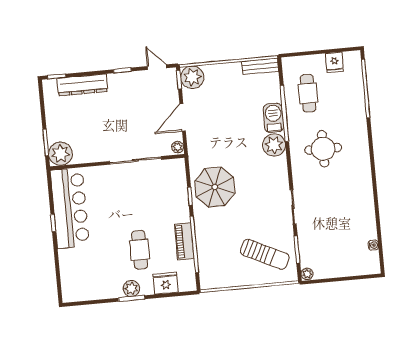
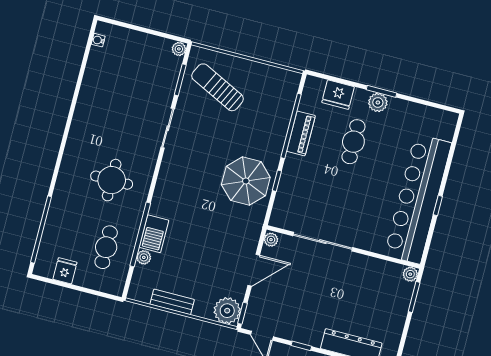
bench: (260, 66) -> (172, 302), moved
plant: (274, 145) -> (144, 257), moved, width x0.53, depth x0.53
plant: (60, 154) -> (410, 274), width x0.53, depth x0.53
bar counter: (70, 208) -> (418, 199), width x1.36
water cooler: (373, 245) -> (98, 40), moved

